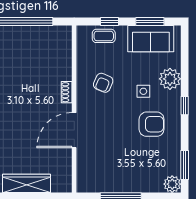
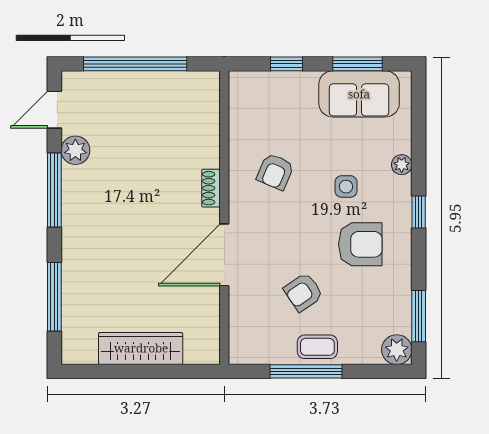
coffee table: (104, 36) -> (317, 347), moved
plant: (170, 79) -> (402, 165), width x0.53, depth x0.53
armchair: (119, 151) -> (303, 292), added

